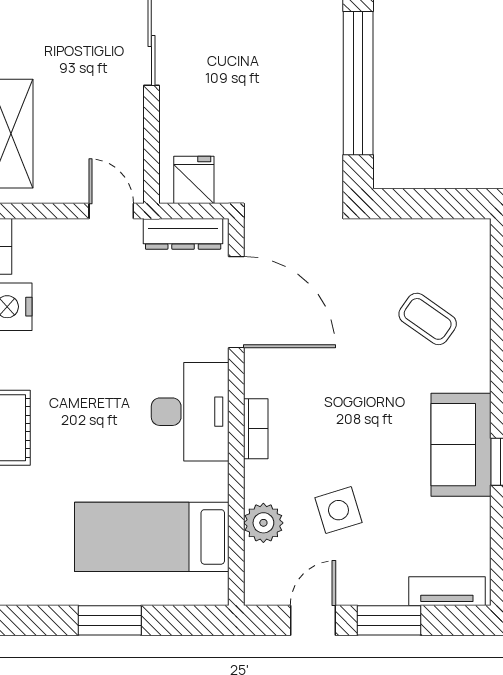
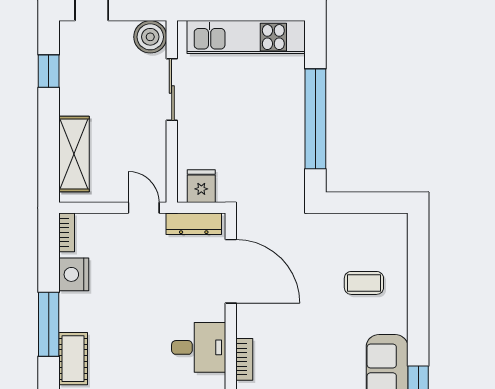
coffee table: (428, 319) -> (364, 283), turned -35
desk: (190, 412) -> (199, 347), width x0.73

